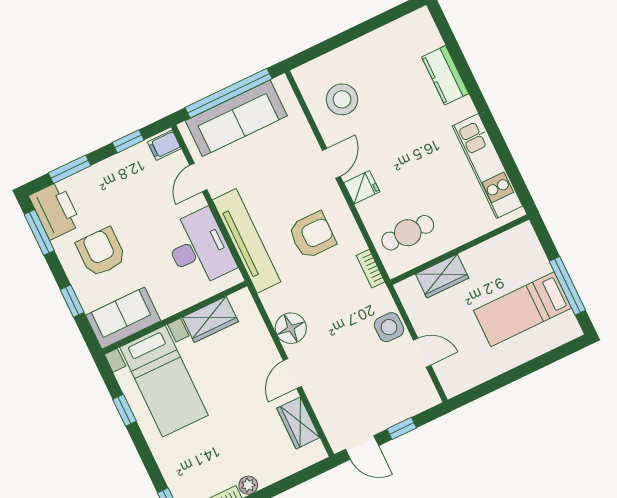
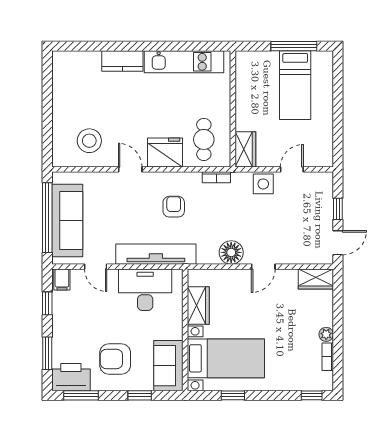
kitchen counter: (445, 75) -> (122, 61), moved
fridge: (362, 187) -> (165, 153), width x1.88, depth x1.34
armchair: (312, 235) -> (174, 207), width x0.72, depth x0.72
wardrobe: (442, 276) -> (245, 149), moved
door: (292, 374) -> (263, 267), hinge flipped
wardrobe: (298, 423) -> (316, 279), moved

